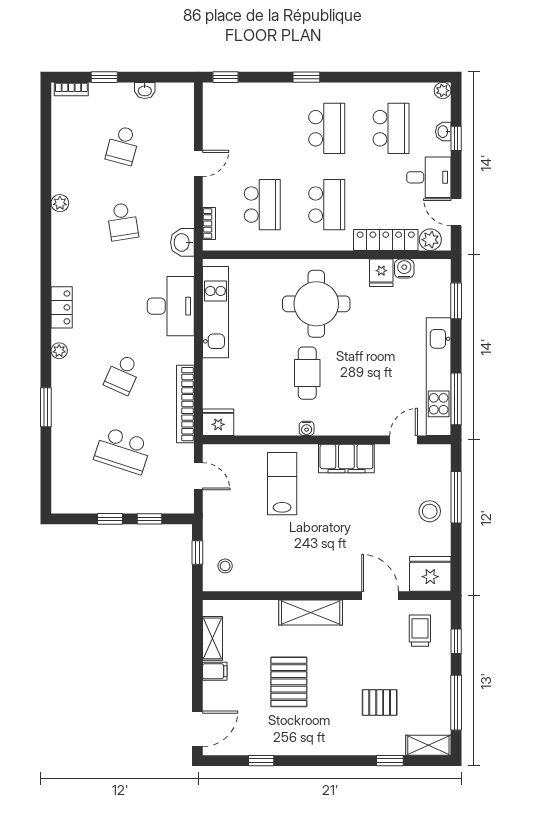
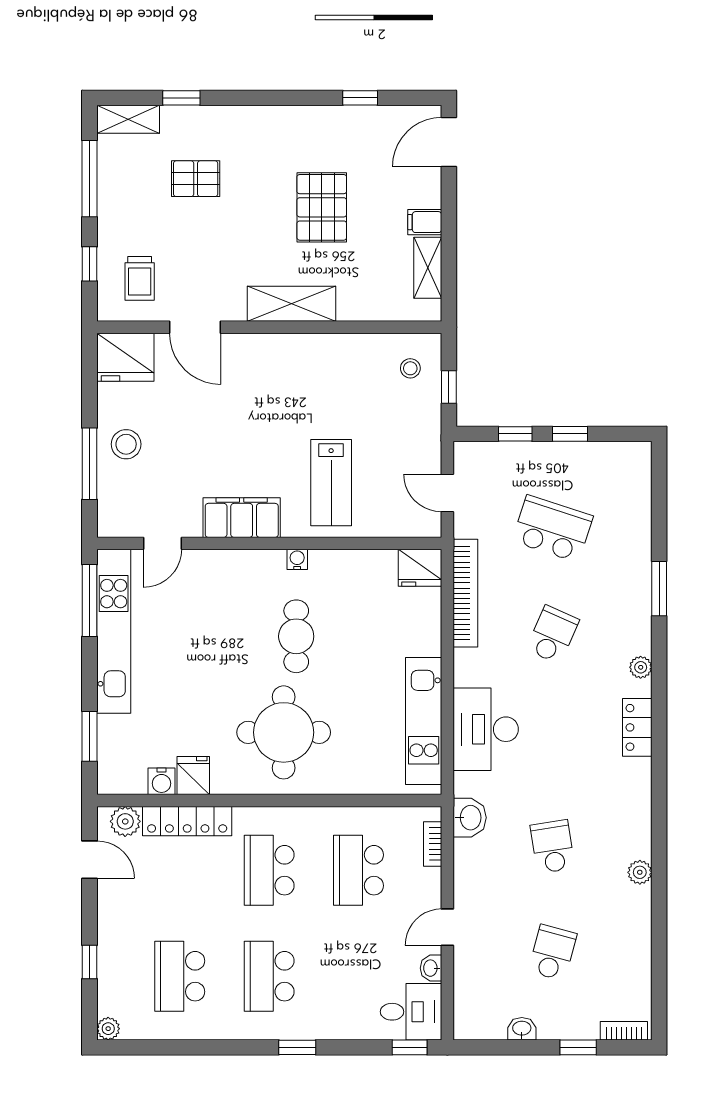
washbasin: (443, 132) -> (431, 968), moved, turned 180
desk: (429, 177) -> (411, 1012), moved, turned 180

